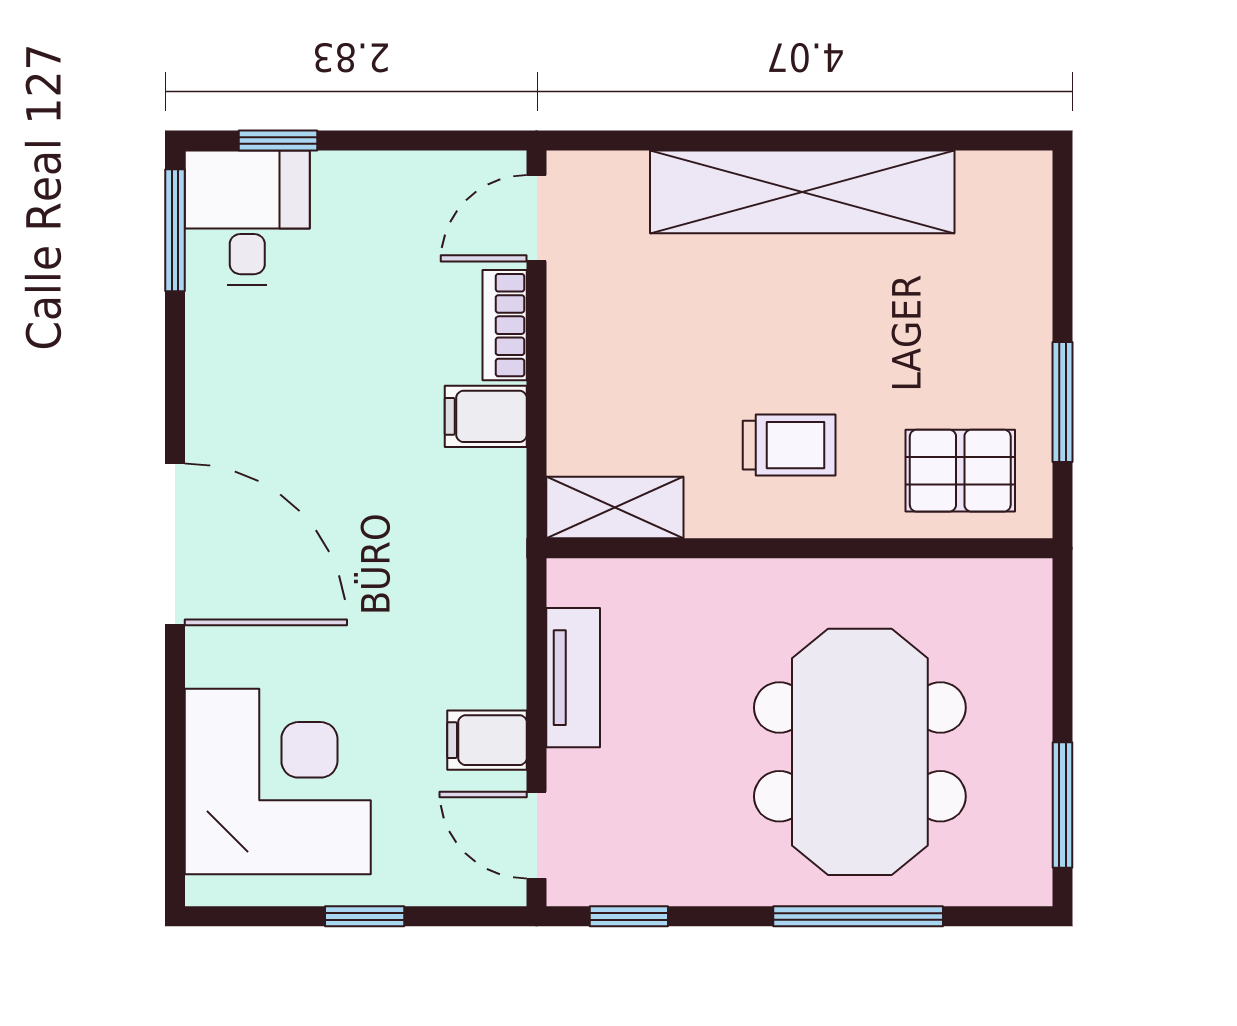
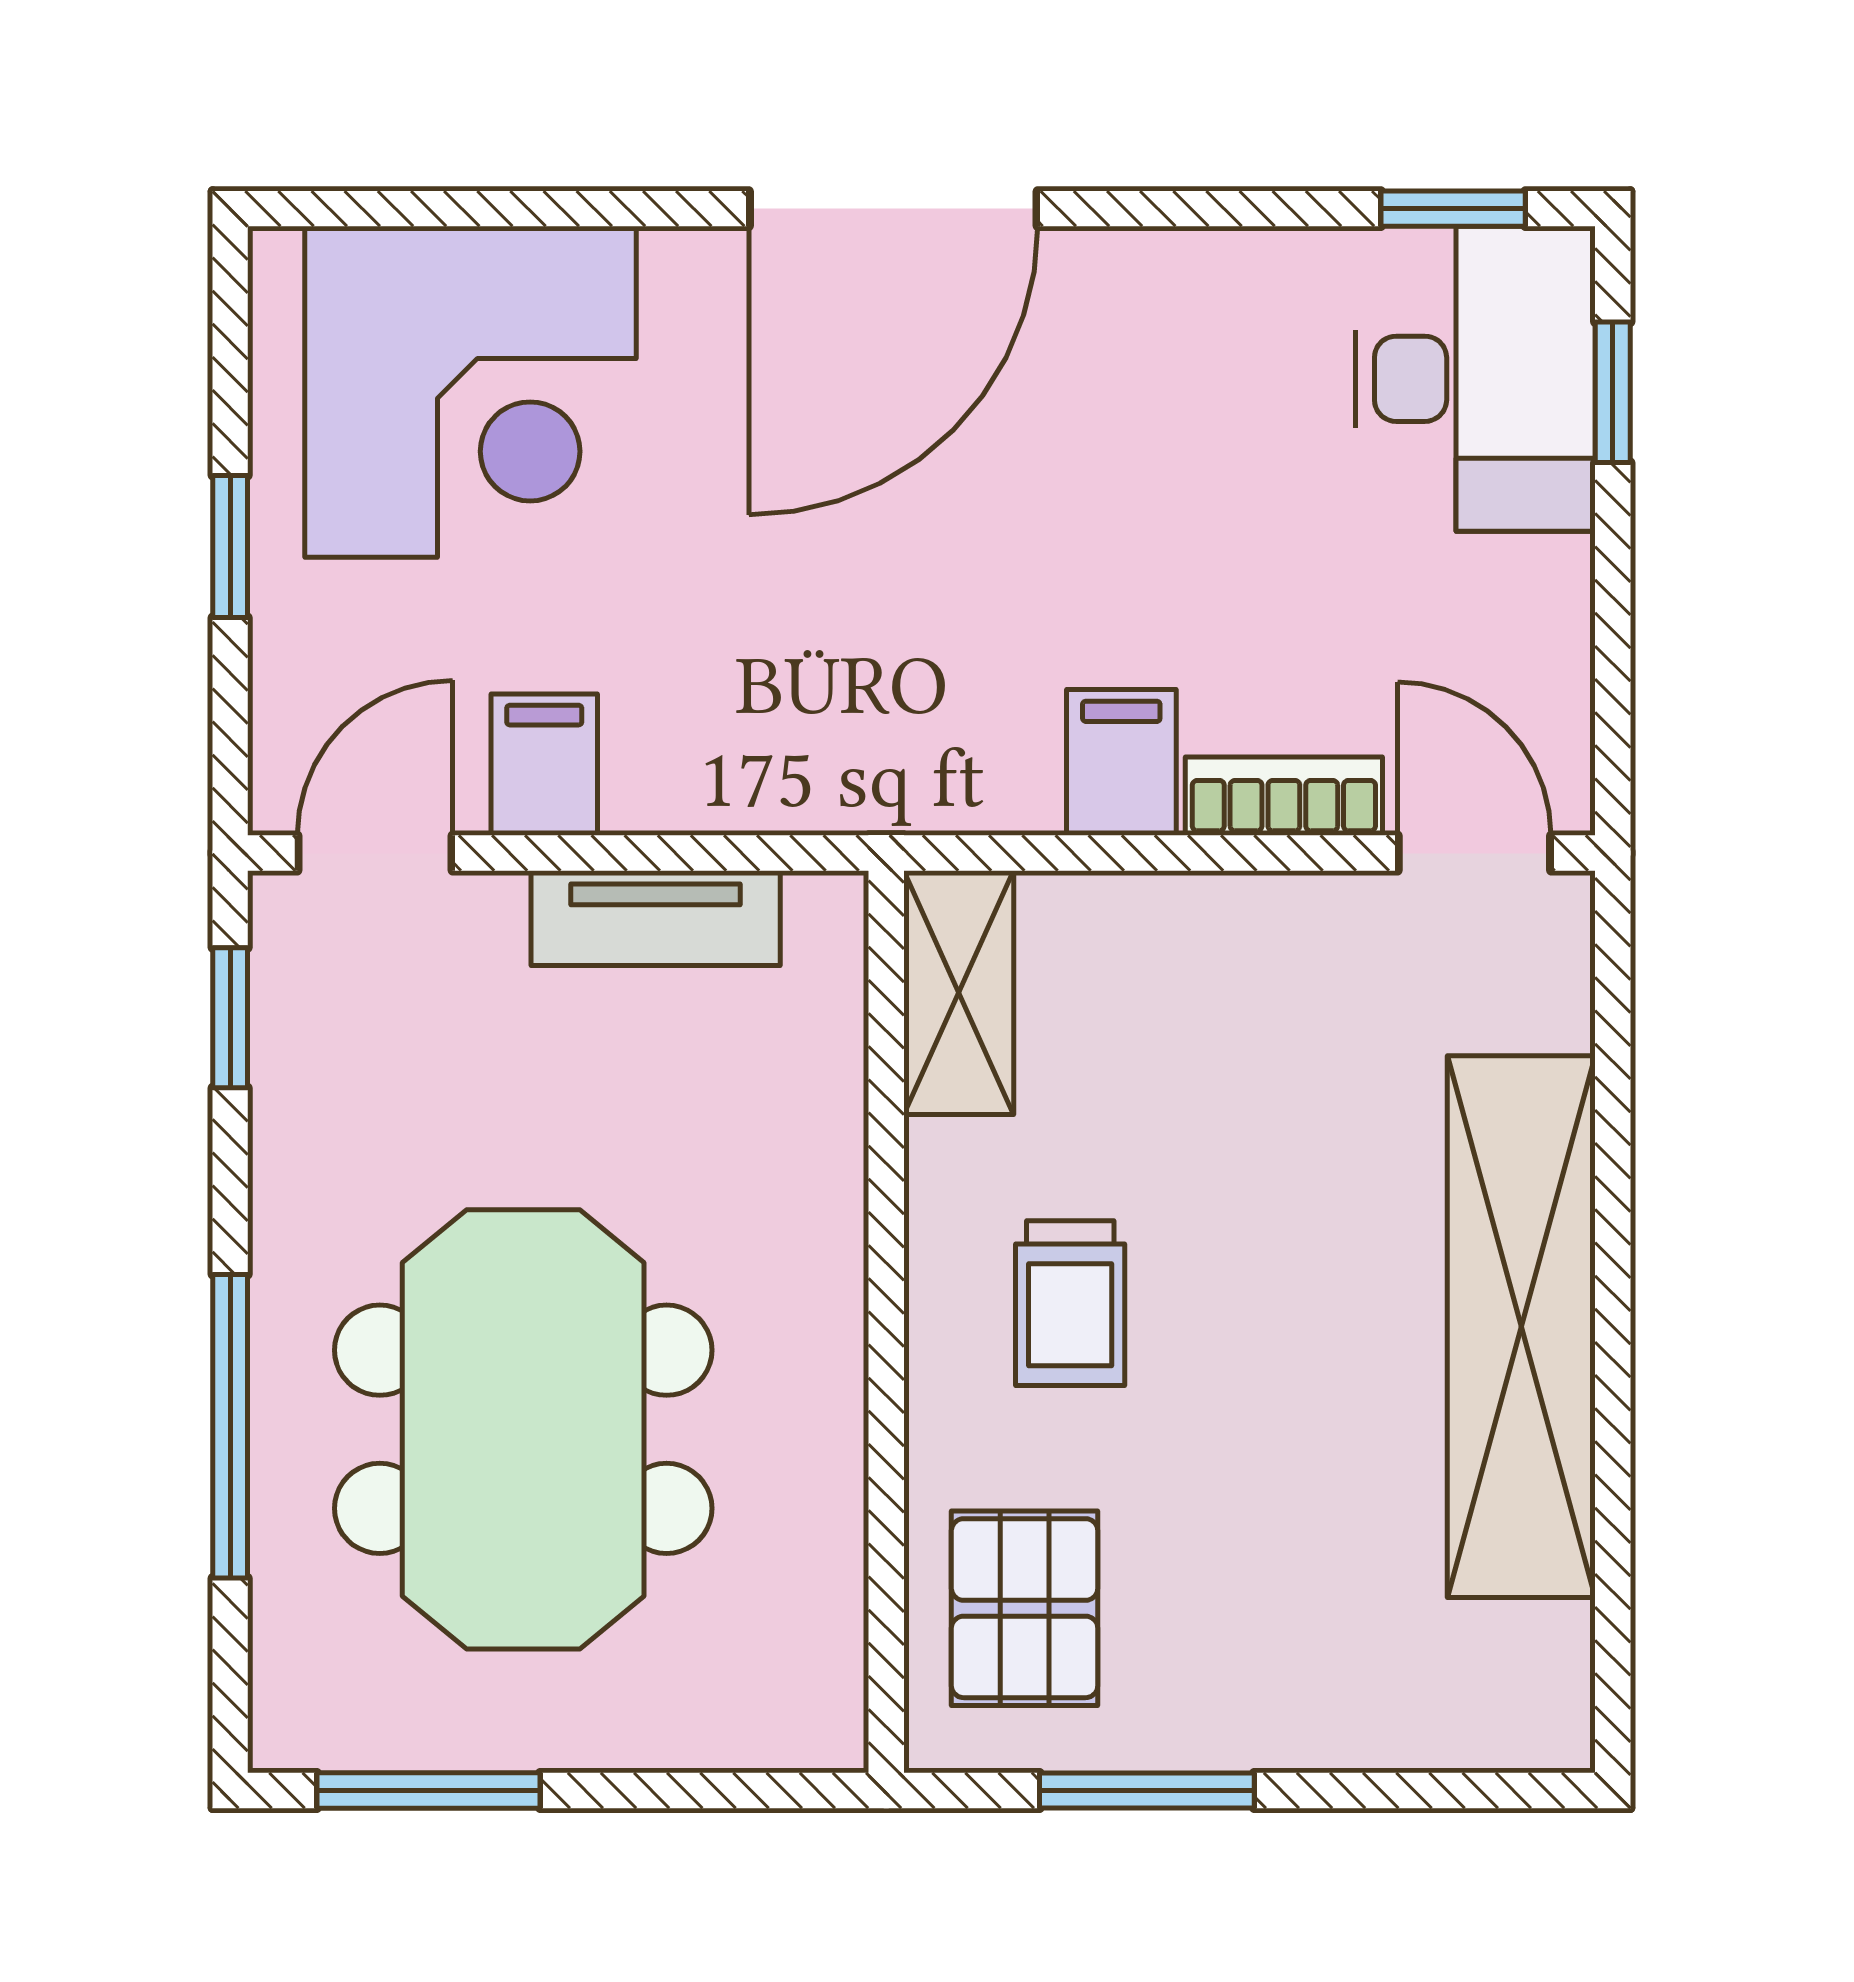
desk: (247, 218) -> (1475, 379), width x1.37
window: (175, 230) -> (1453, 209), width x0.67
meeting table: (860, 752) -> (523, 1429), turned 90

